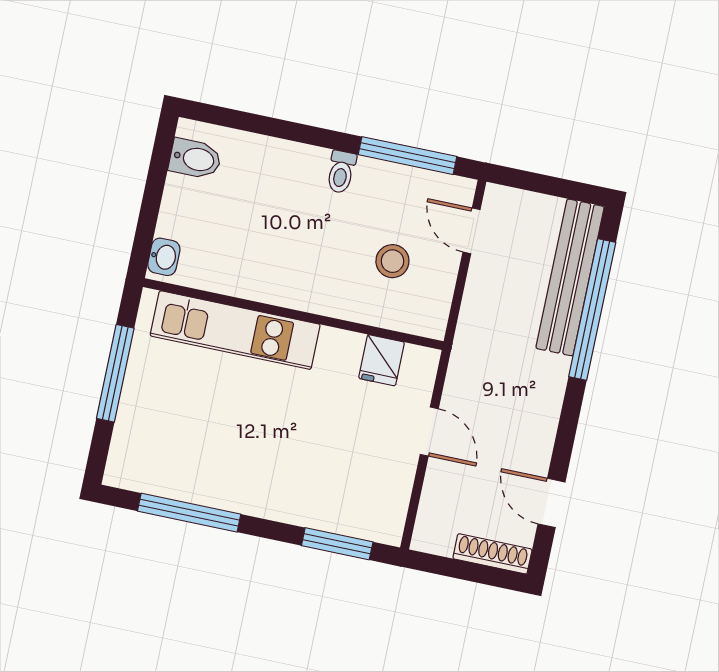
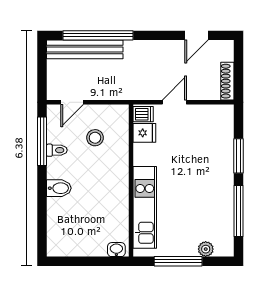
bidet: (195, 159) -> (59, 188), moved, turned 90
toilet: (341, 172) -> (57, 150), moved
dishwasher: (419, 366) -> (143, 114), added
plant: (128, 432) -> (206, 249), added
window: (337, 544) -> (238, 156), moved
shoe rack: (492, 554) -> (227, 81), moved

